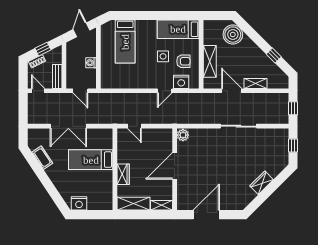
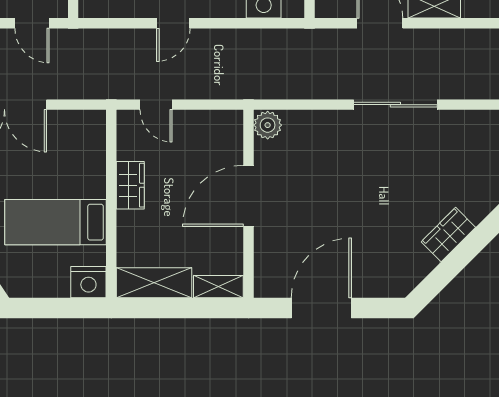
door: (165, 91) -> (173, 23), moved
bed: (91, 160) -> (56, 222), moved
wardrobe: (123, 174) -> (130, 185), moved
nightstand: (79, 203) -> (88, 282), moved

